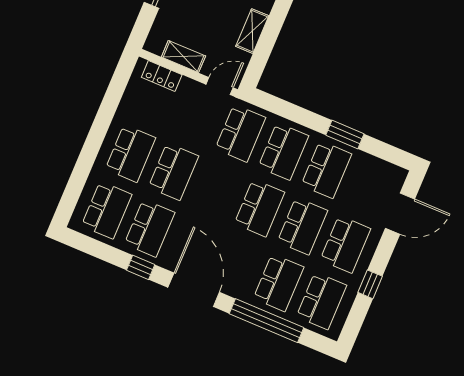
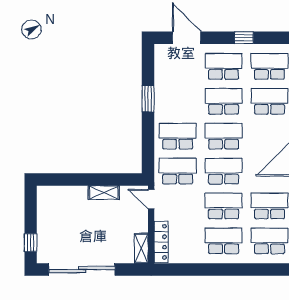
shelving: (183, 56) -> (141, 248), moved
locker: (162, 76) -> (161, 242), width x1.53
school desk: (326, 170) -> (224, 171), moved

